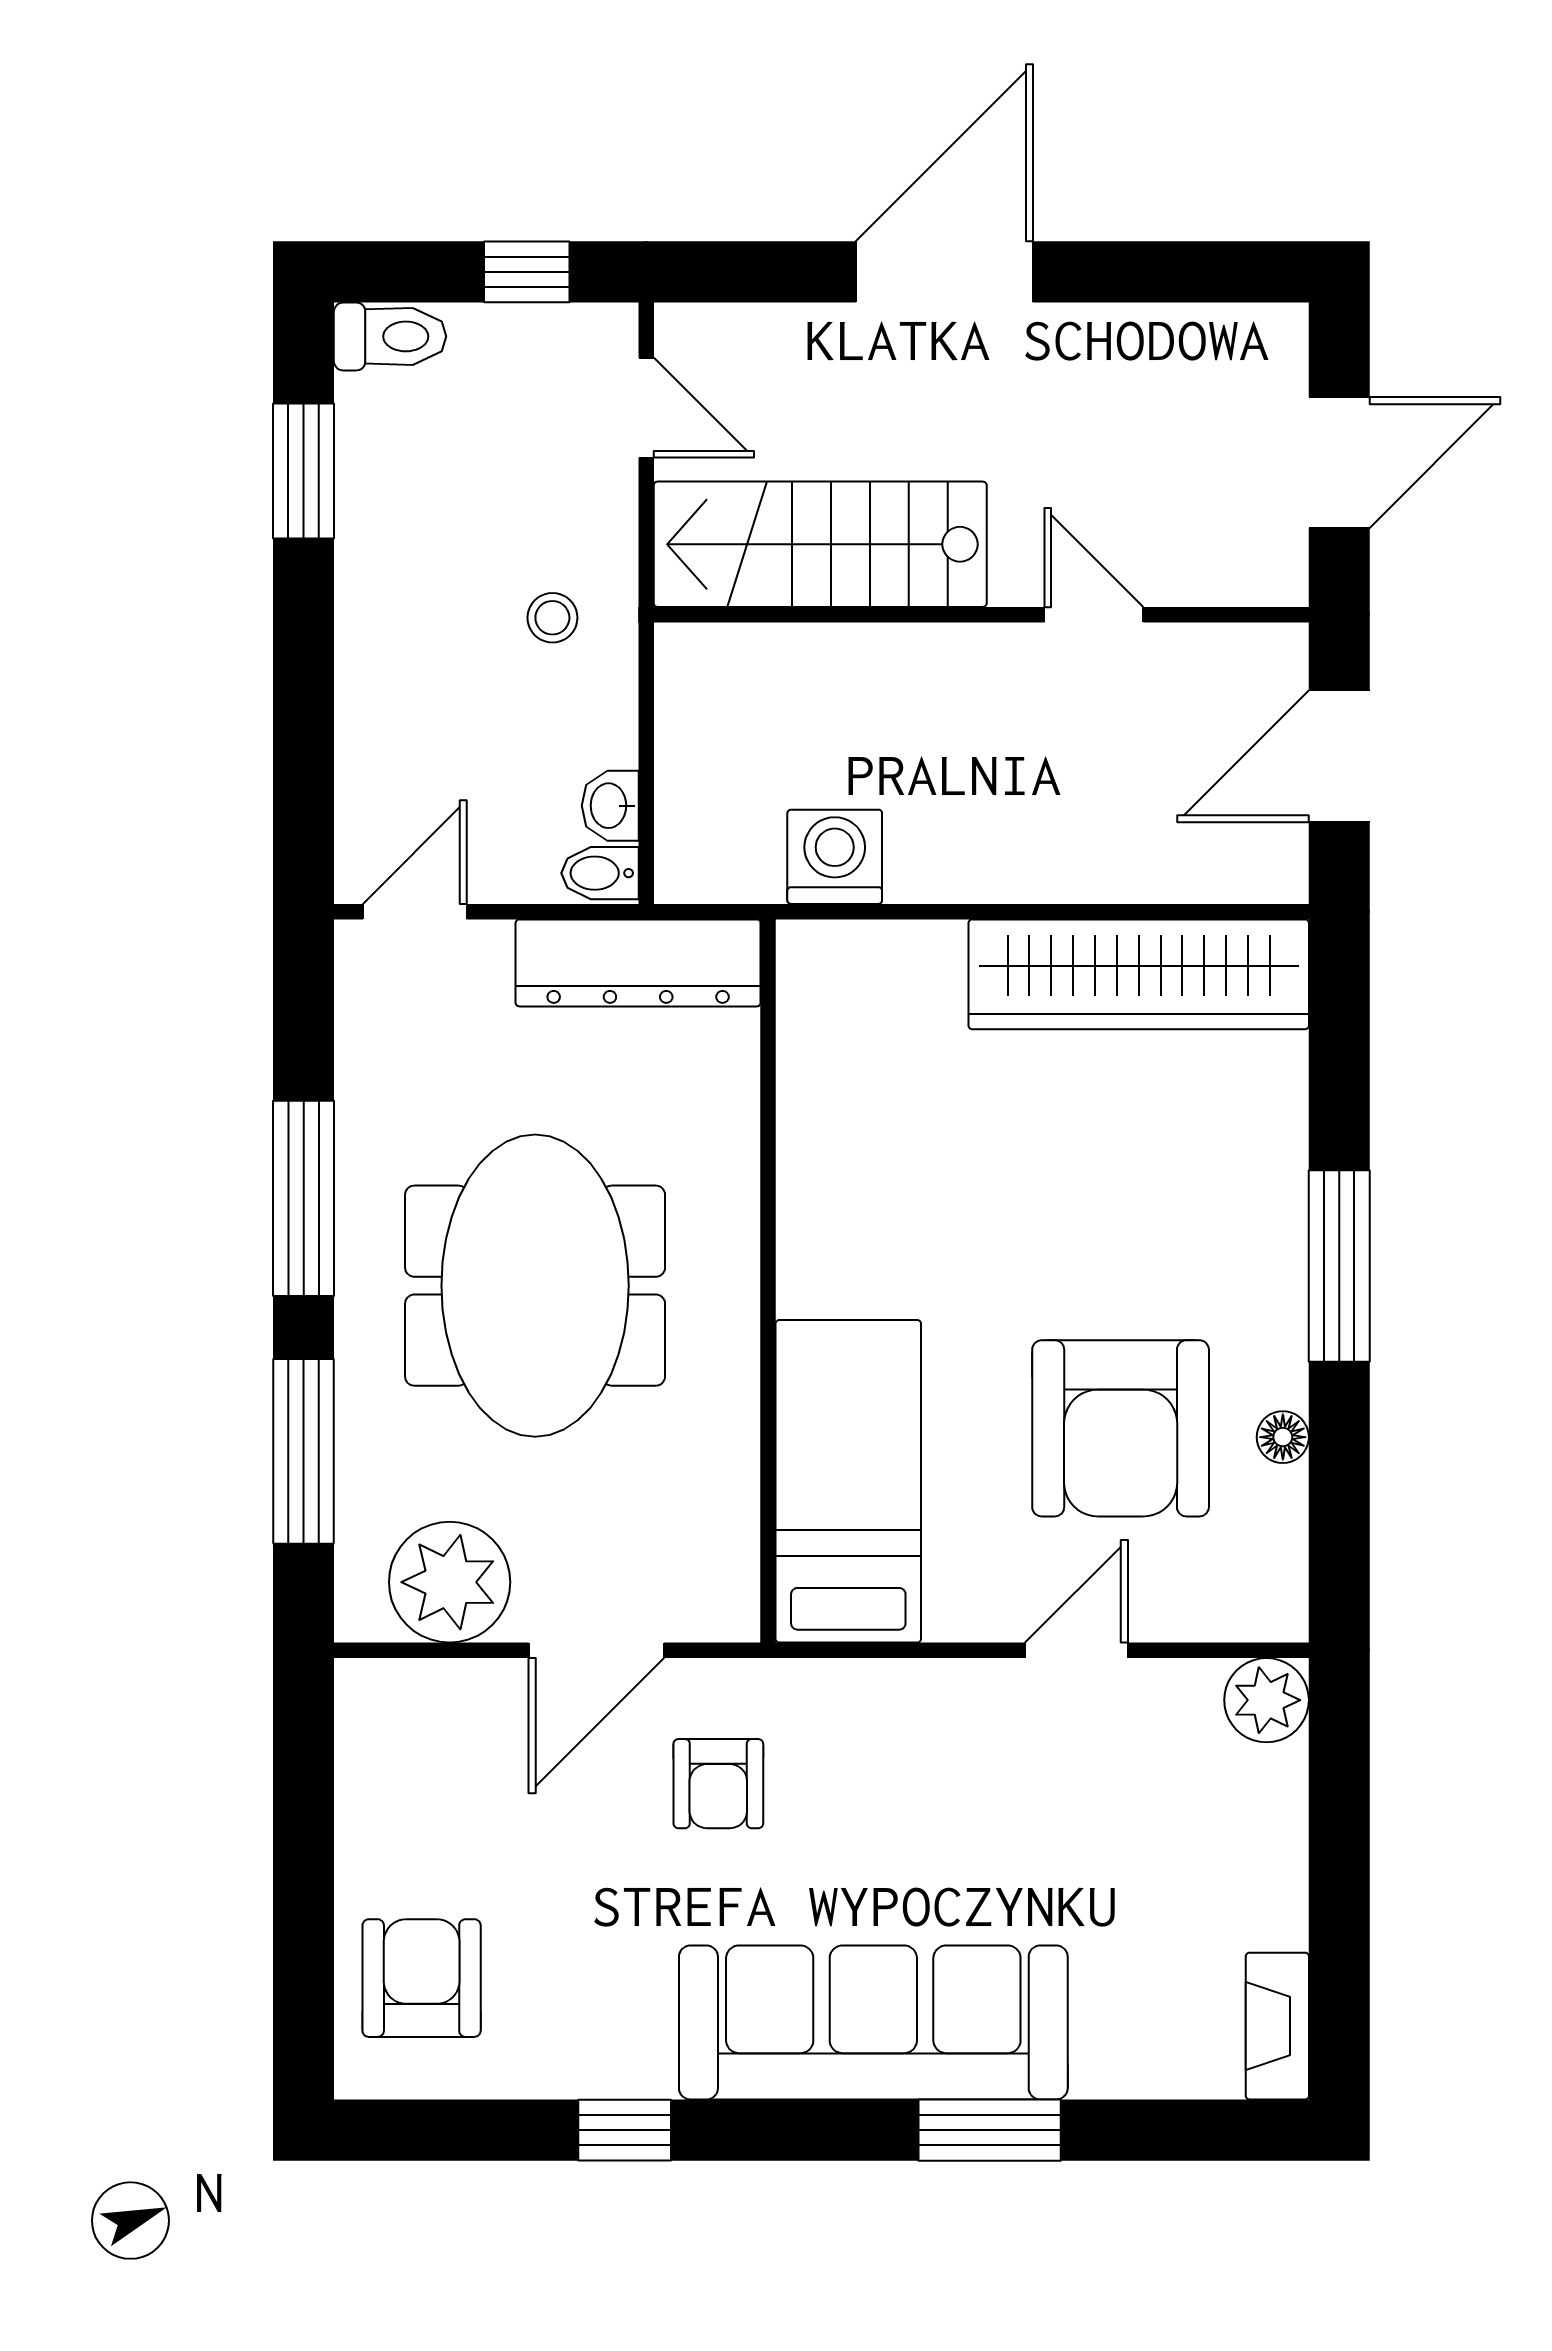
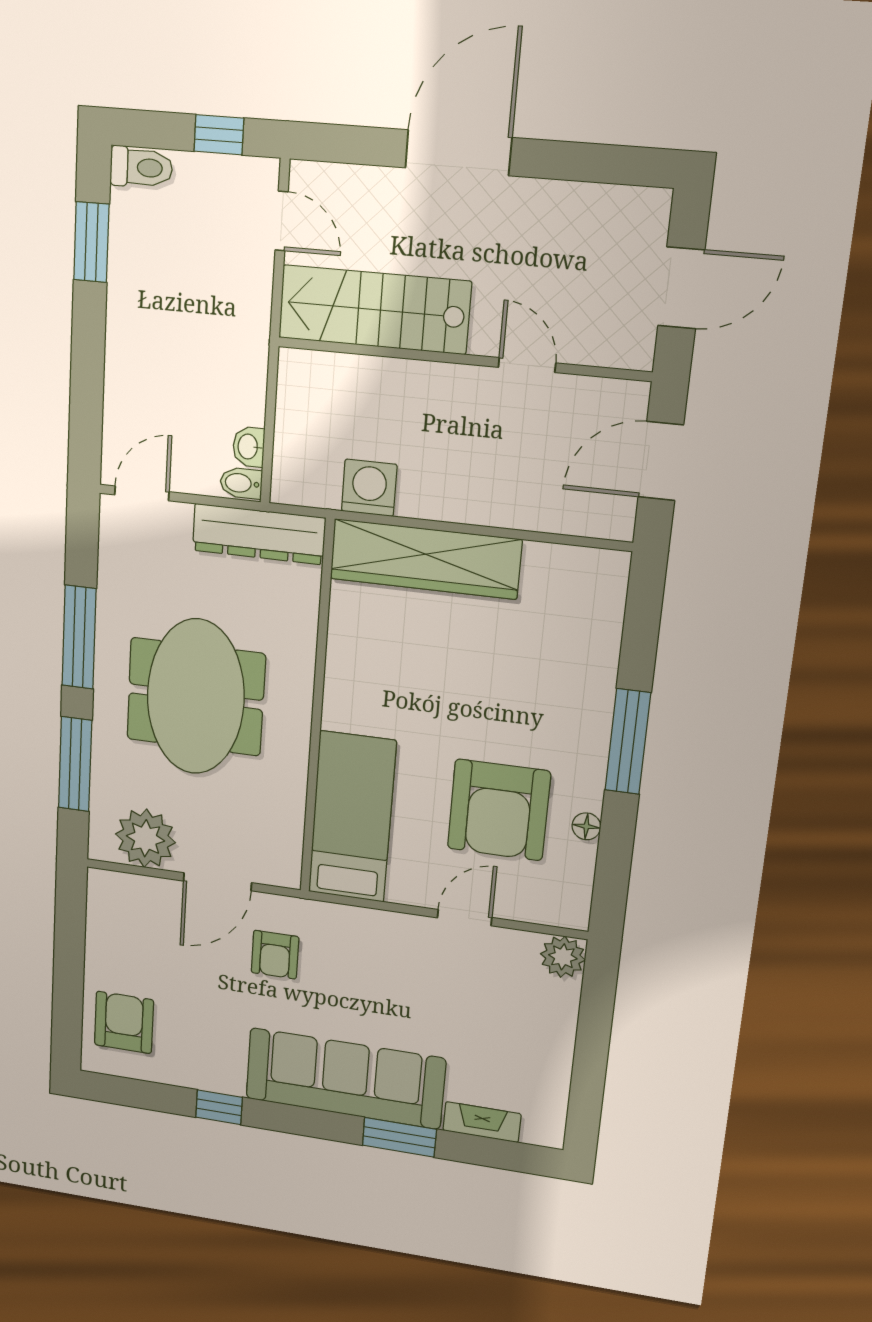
stool: (552, 618) -> (223, 338), removed
wardrobe: (1139, 974) -> (425, 559), moved
fireplace: (1277, 2026) -> (482, 1122), moved, turned 90

